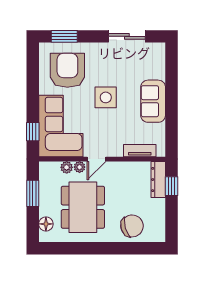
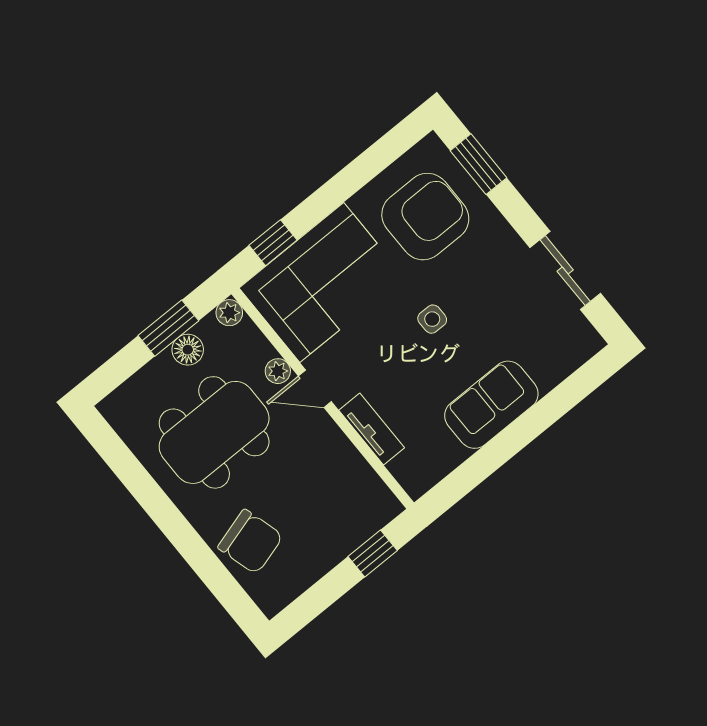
side table: (106, 97) -> (432, 319), width x0.54, depth x0.54
tv unit: (140, 151) -> (372, 429), moved
plant: (67, 167) -> (229, 313), moved
dresser: (158, 180) -> (366, 522), removed
floor lamp: (46, 224) -> (188, 350), moved

